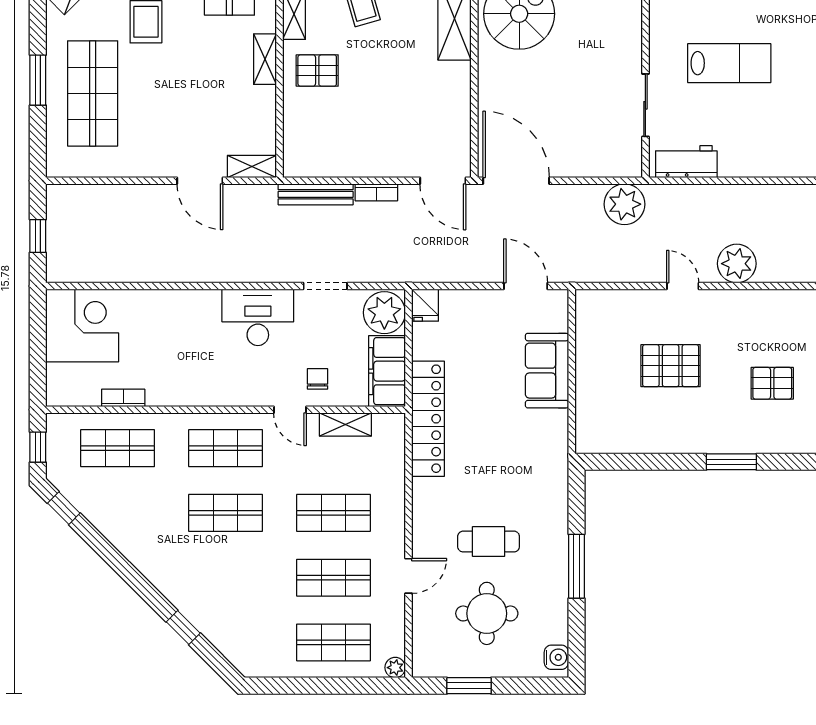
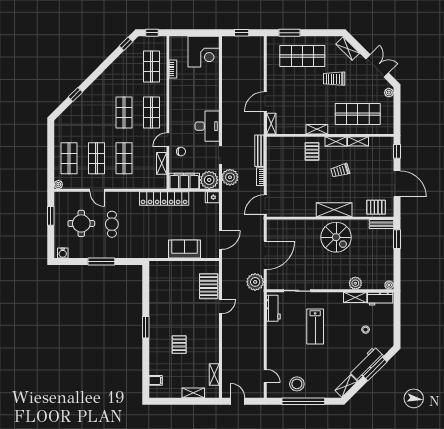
window: (38, 80) -> (290, 33), moved
door: (516, 181) -> (265, 255), moved
plant: (737, 264) -> (230, 177), moved
pallet: (671, 366) -> (209, 286), moved

